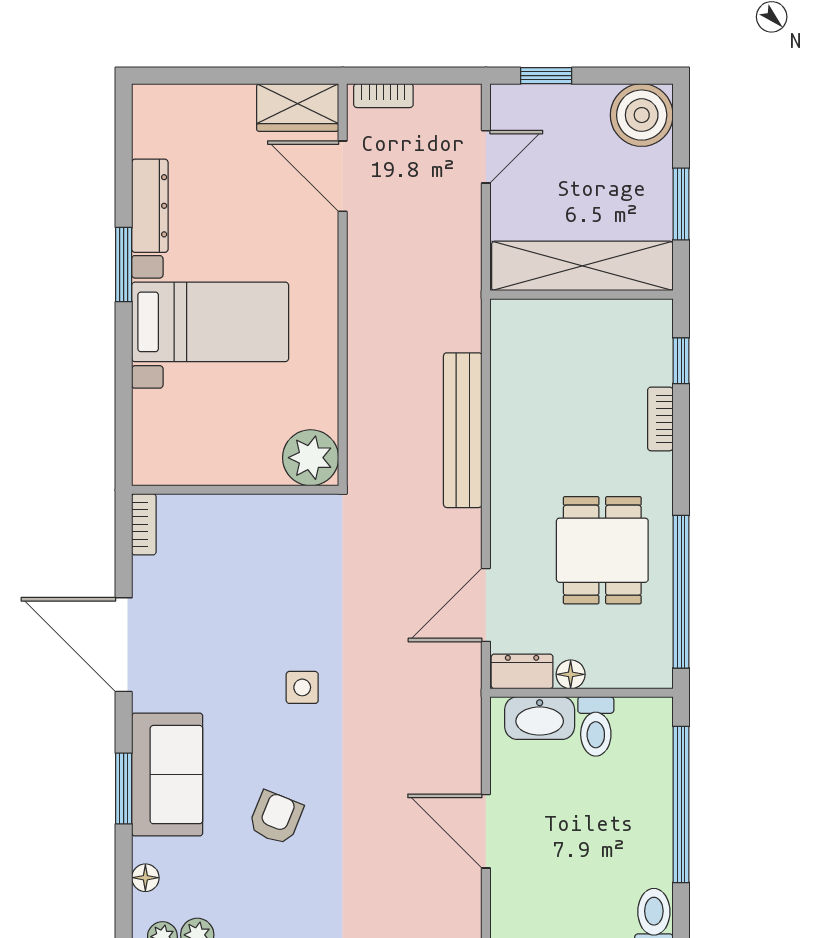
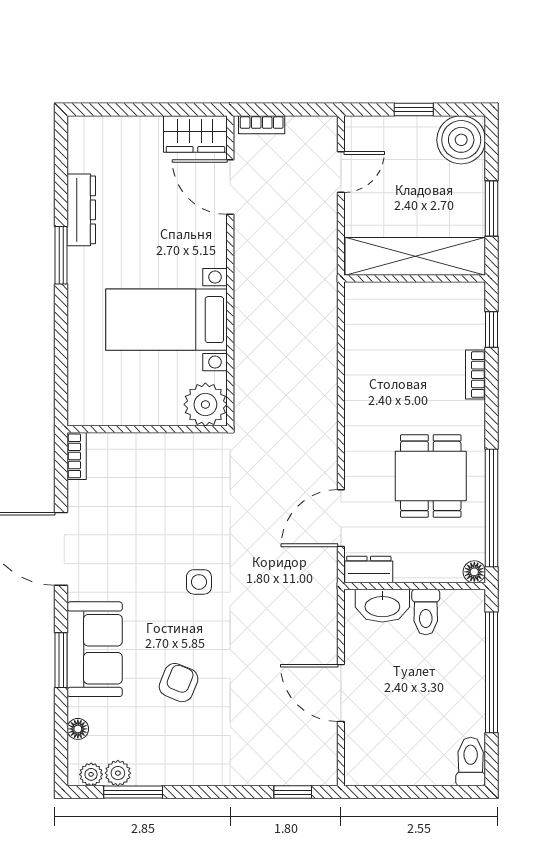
window: (546, 76) -> (414, 109), moved
bed with nightstands: (210, 322) -> (167, 320), moved, turned 180
bench: (463, 430) -> (323, 383), removed
floor lamp: (571, 674) -> (474, 572), moved

